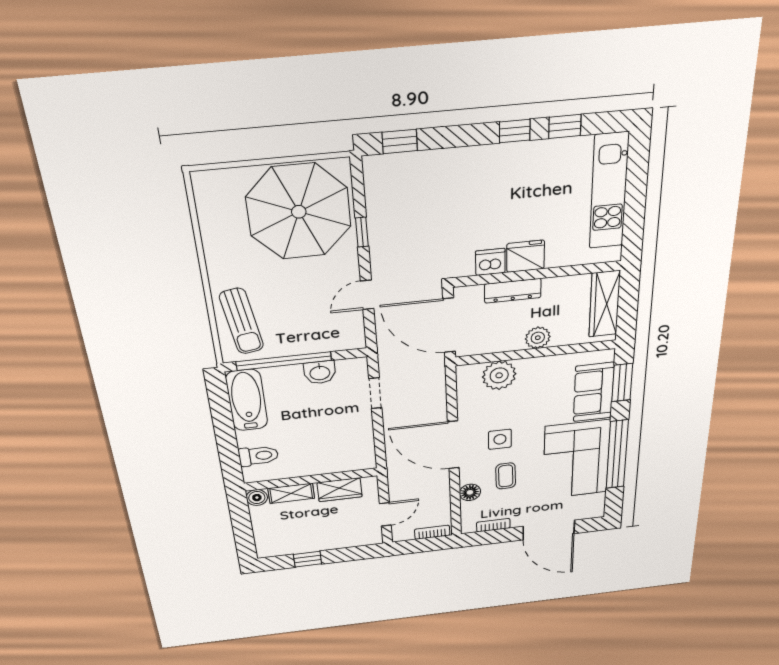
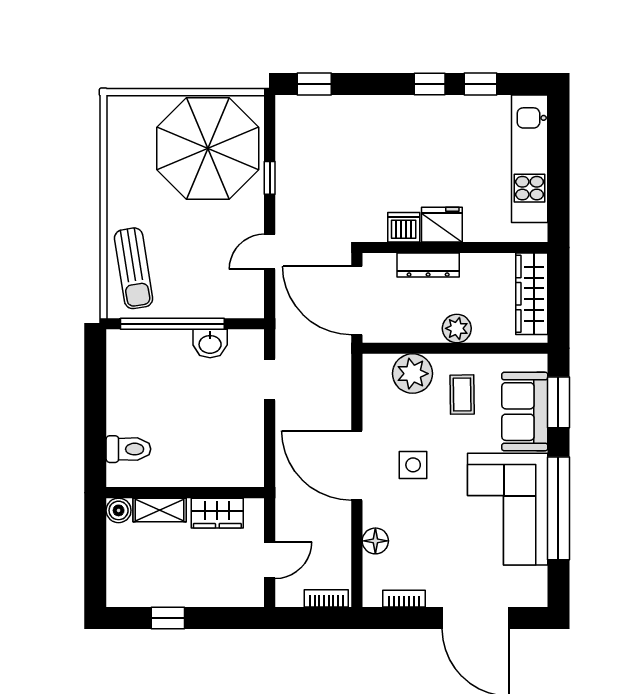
bathtub: (247, 400) -> (125, 370), removed
coffee table: (506, 476) -> (462, 395), moved

